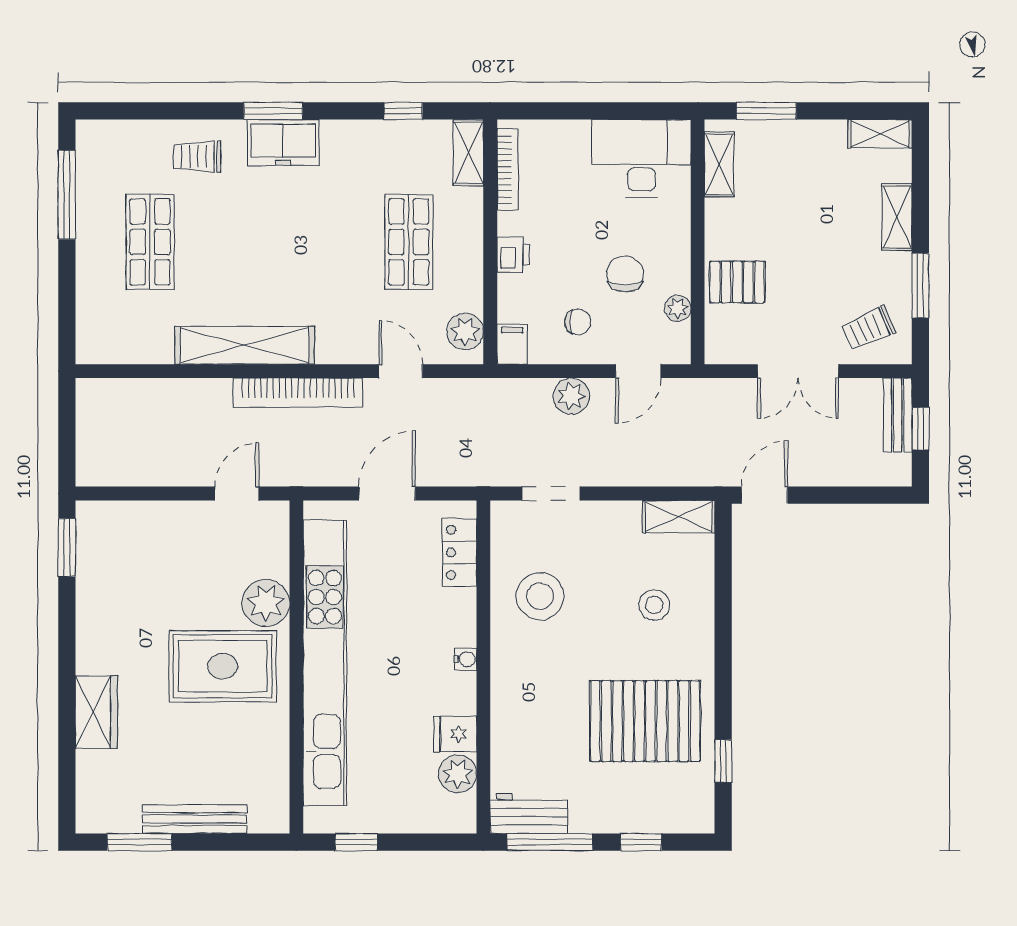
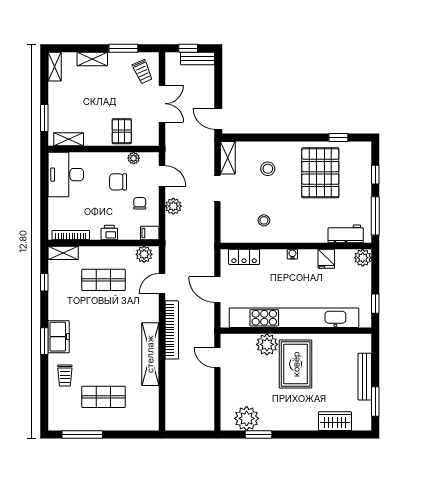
bench: (898, 415) -> (198, 59), moved
doorway: (551, 494) -> (217, 189), moved
window: (67, 547) -> (259, 435), moved
plant: (102, 558) -> (247, 418), added
stool: (540, 596) -> (264, 220), width x0.53, depth x0.53
wardrobe: (96, 712) -> (335, 421), moved
plant: (458, 774) -> (363, 258), moved
workbench: (529, 814) -> (346, 234), moved, turned 90

